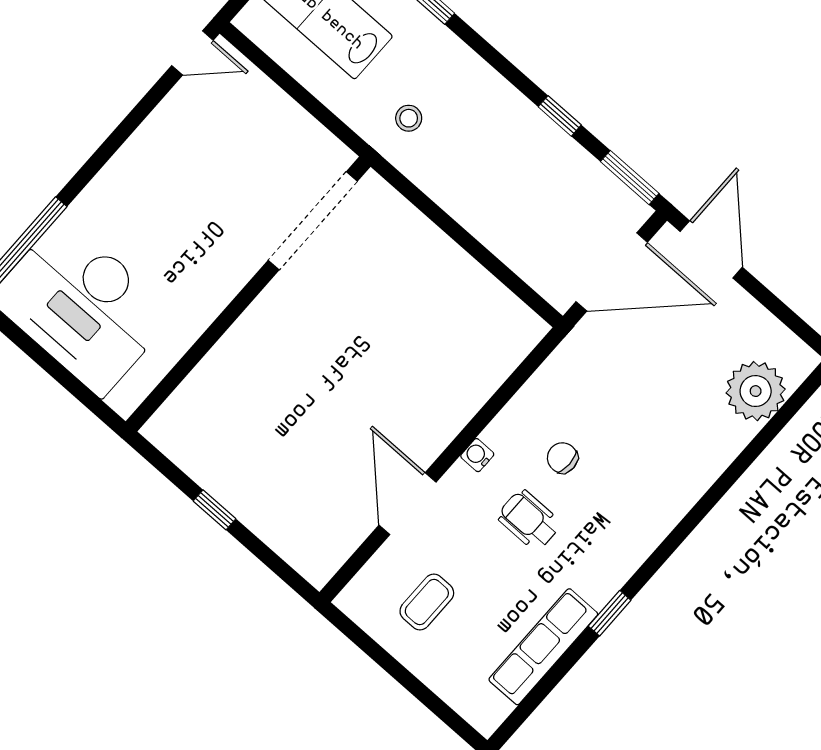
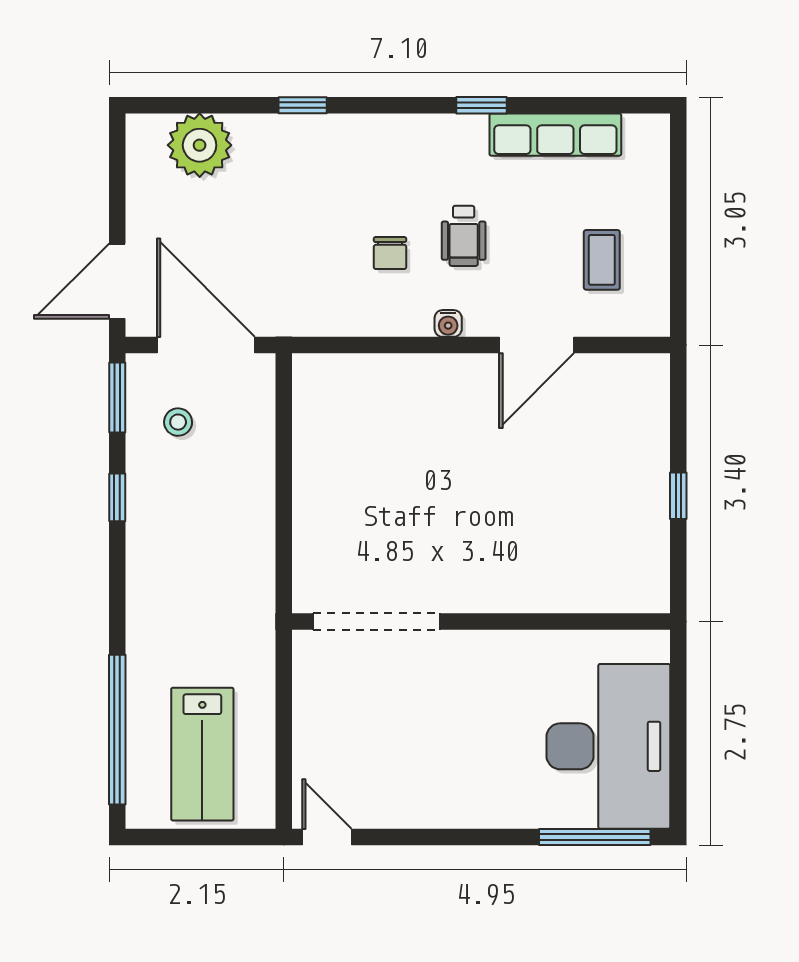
stool: (409, 118) -> (178, 422), moved
window: (720, 488) -> (303, 105), added
coffee table: (427, 602) -> (602, 260), turned 90

